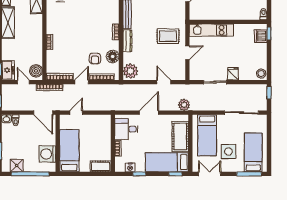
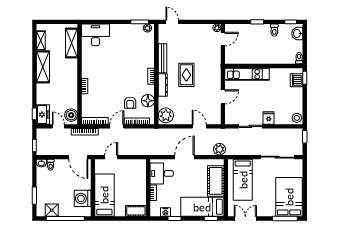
rug: (168, 36) -> (186, 75), moved, turned 90
side table: (228, 151) -> (264, 196), removed
bed: (253, 152) -> (289, 197), width x1.50

